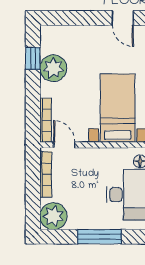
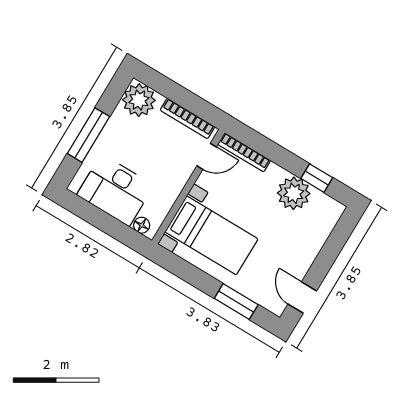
door: (123, 18) -> (302, 297), hinge flipped

